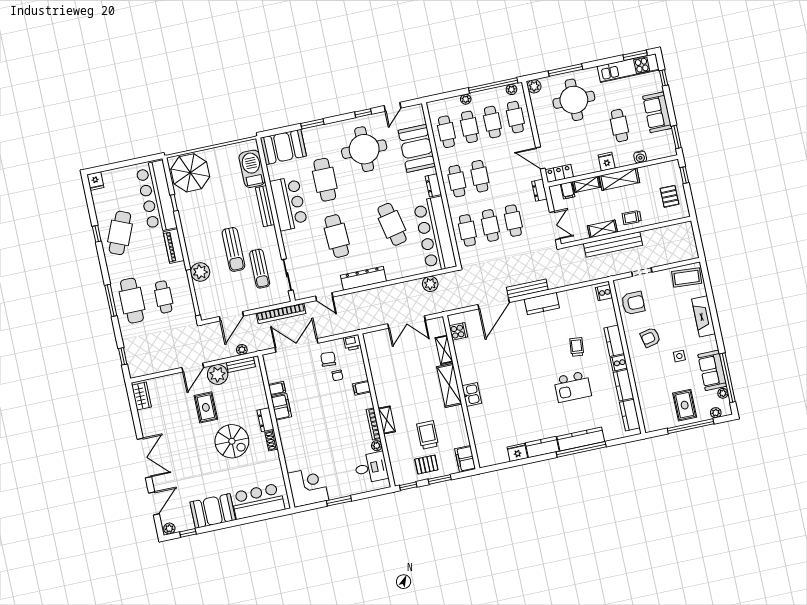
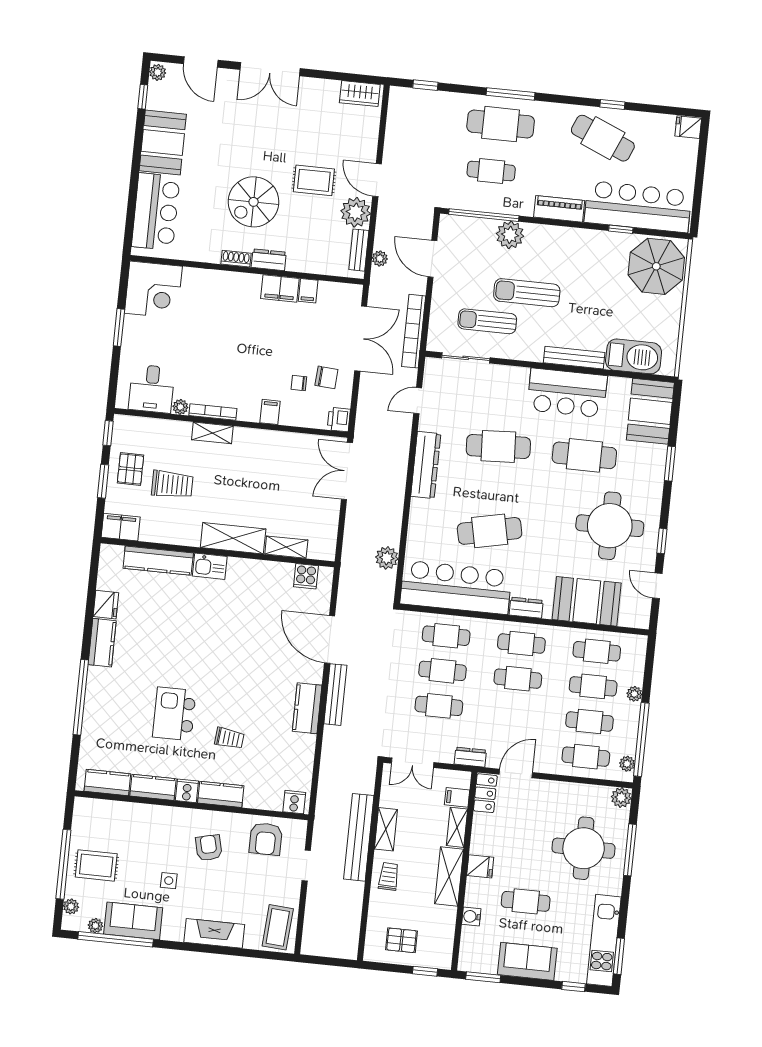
double door: (407, 322) -> (347, 471), moved
kitchen counter: (581, 439) -> (158, 561), moved, turned 90

